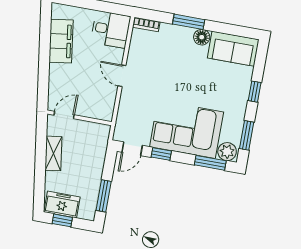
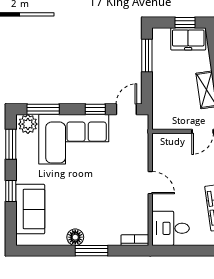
sofa: (233, 49) -> (30, 209), moved, turned 90

